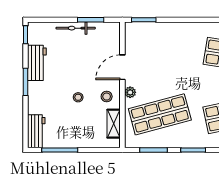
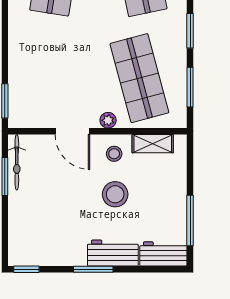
bicycle: (76, 28) -> (17, 162), moved
workbench: (37, 63) -> (113, 253), moved
stool: (78, 97) -> (115, 194), width x1.89, depth x1.89

